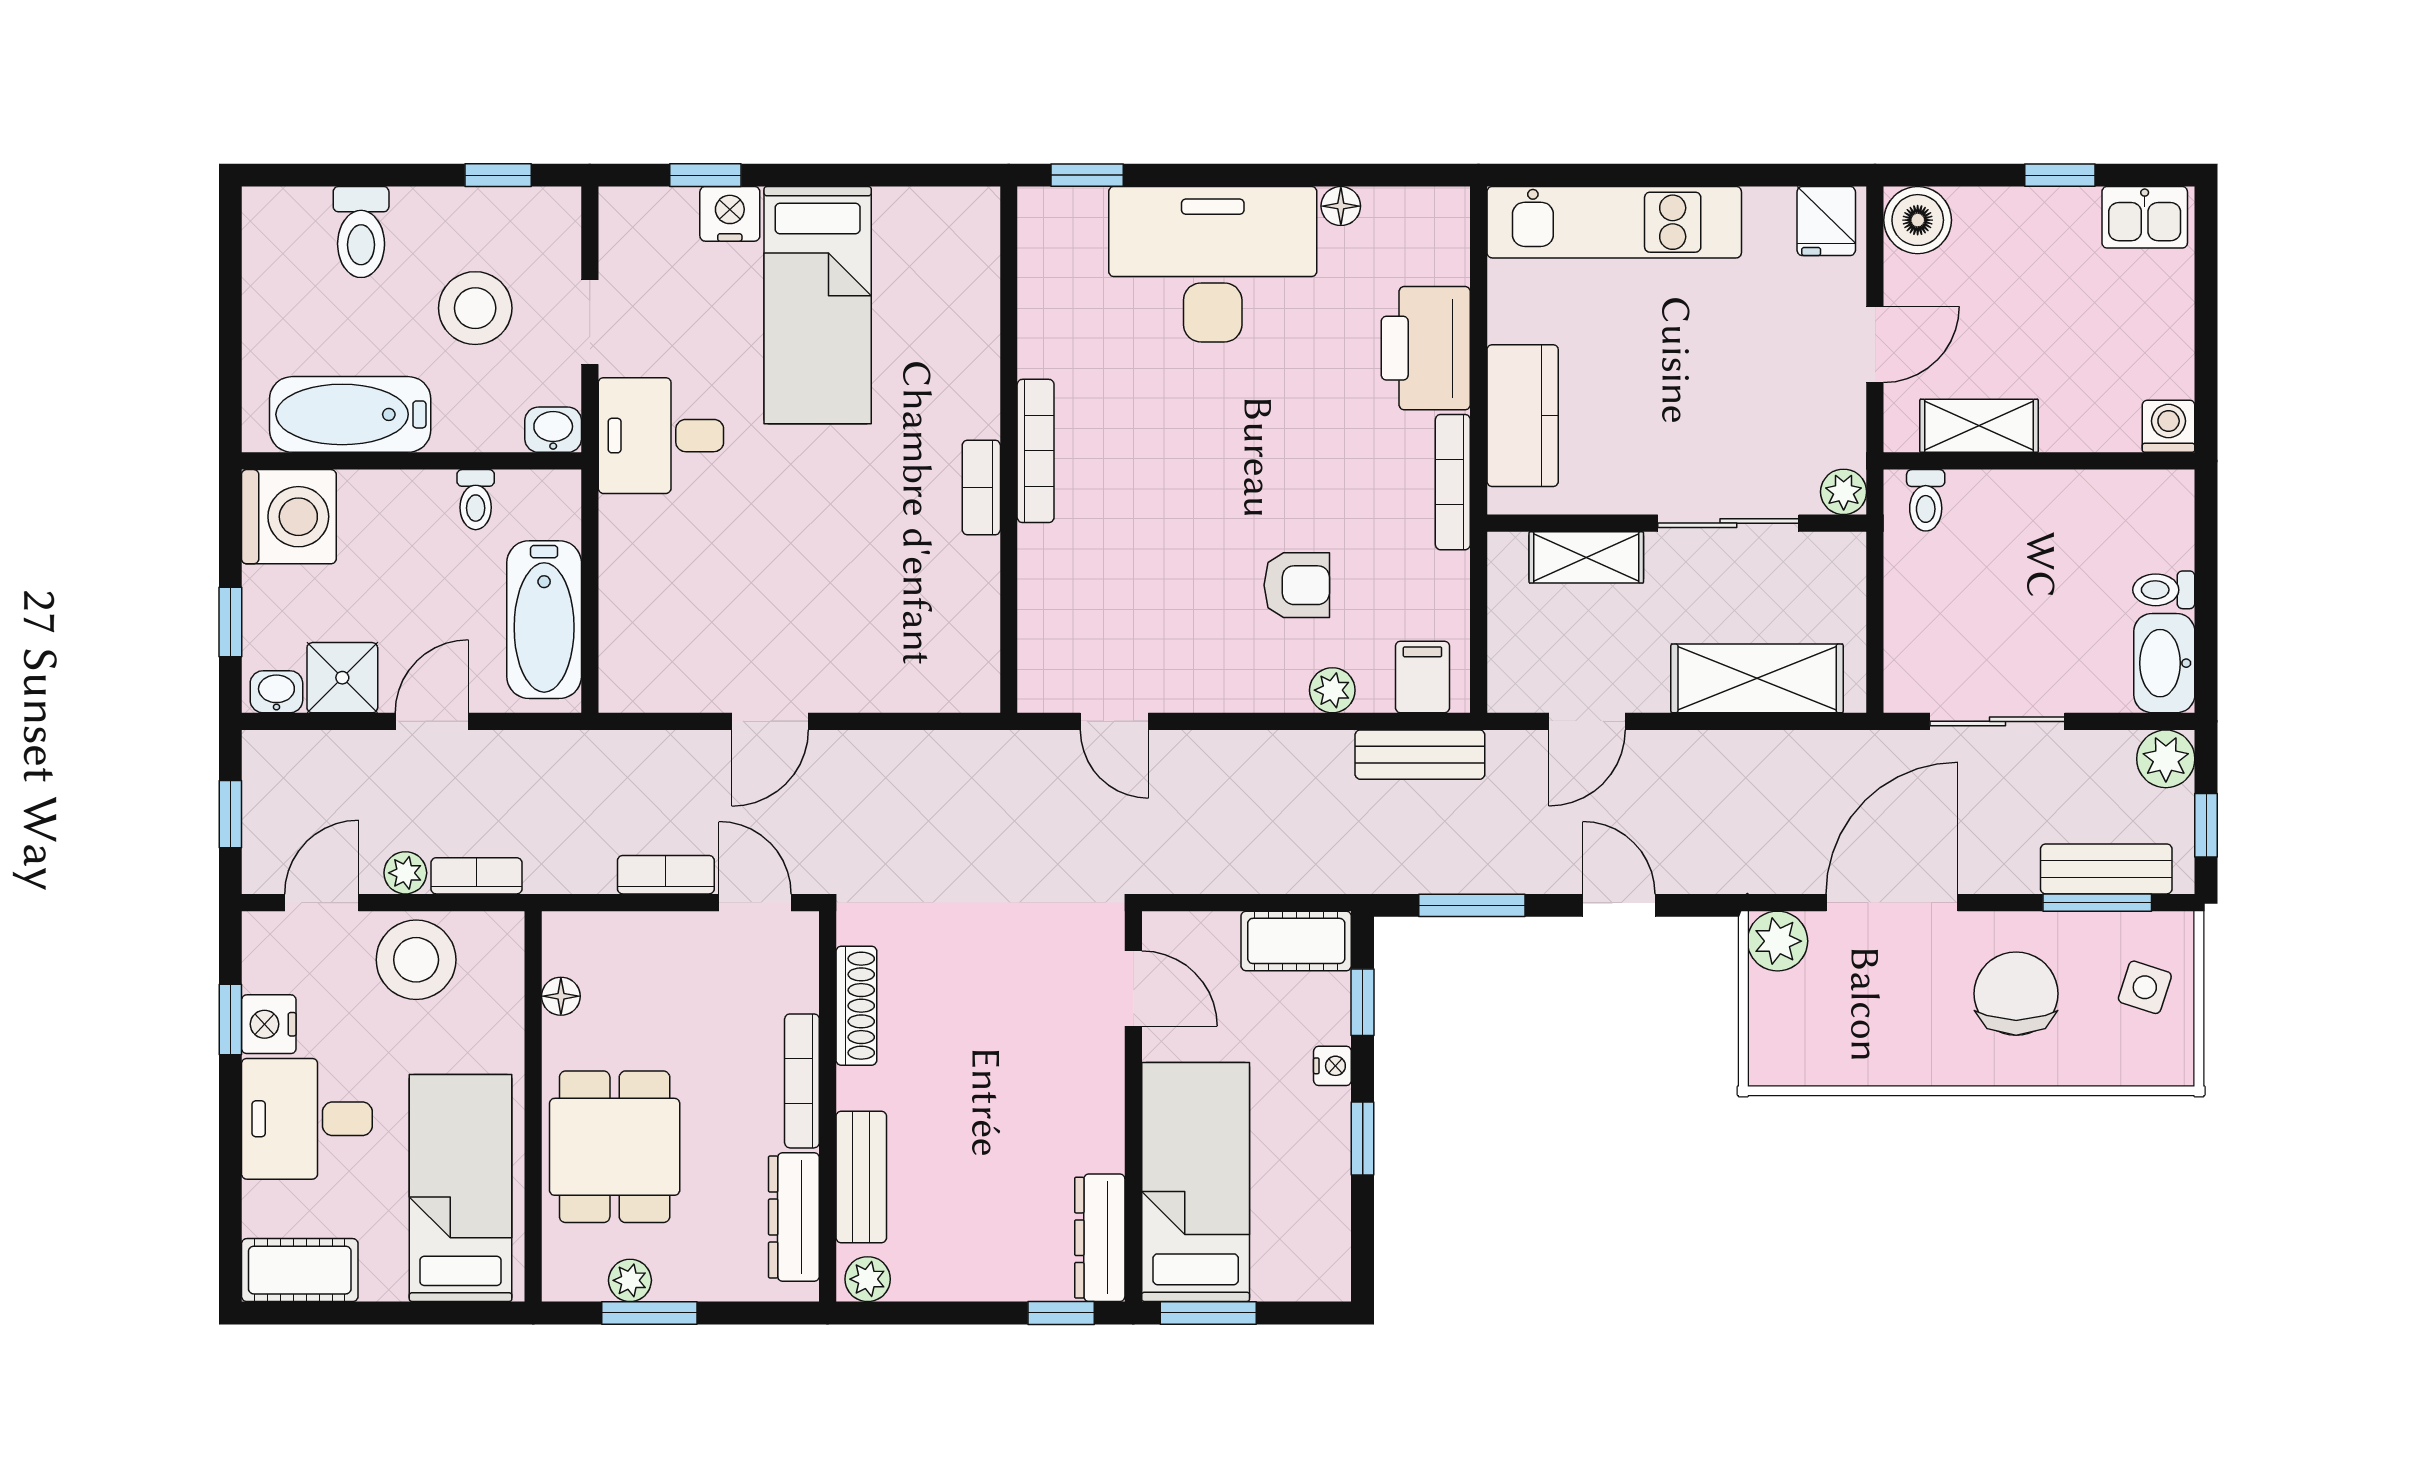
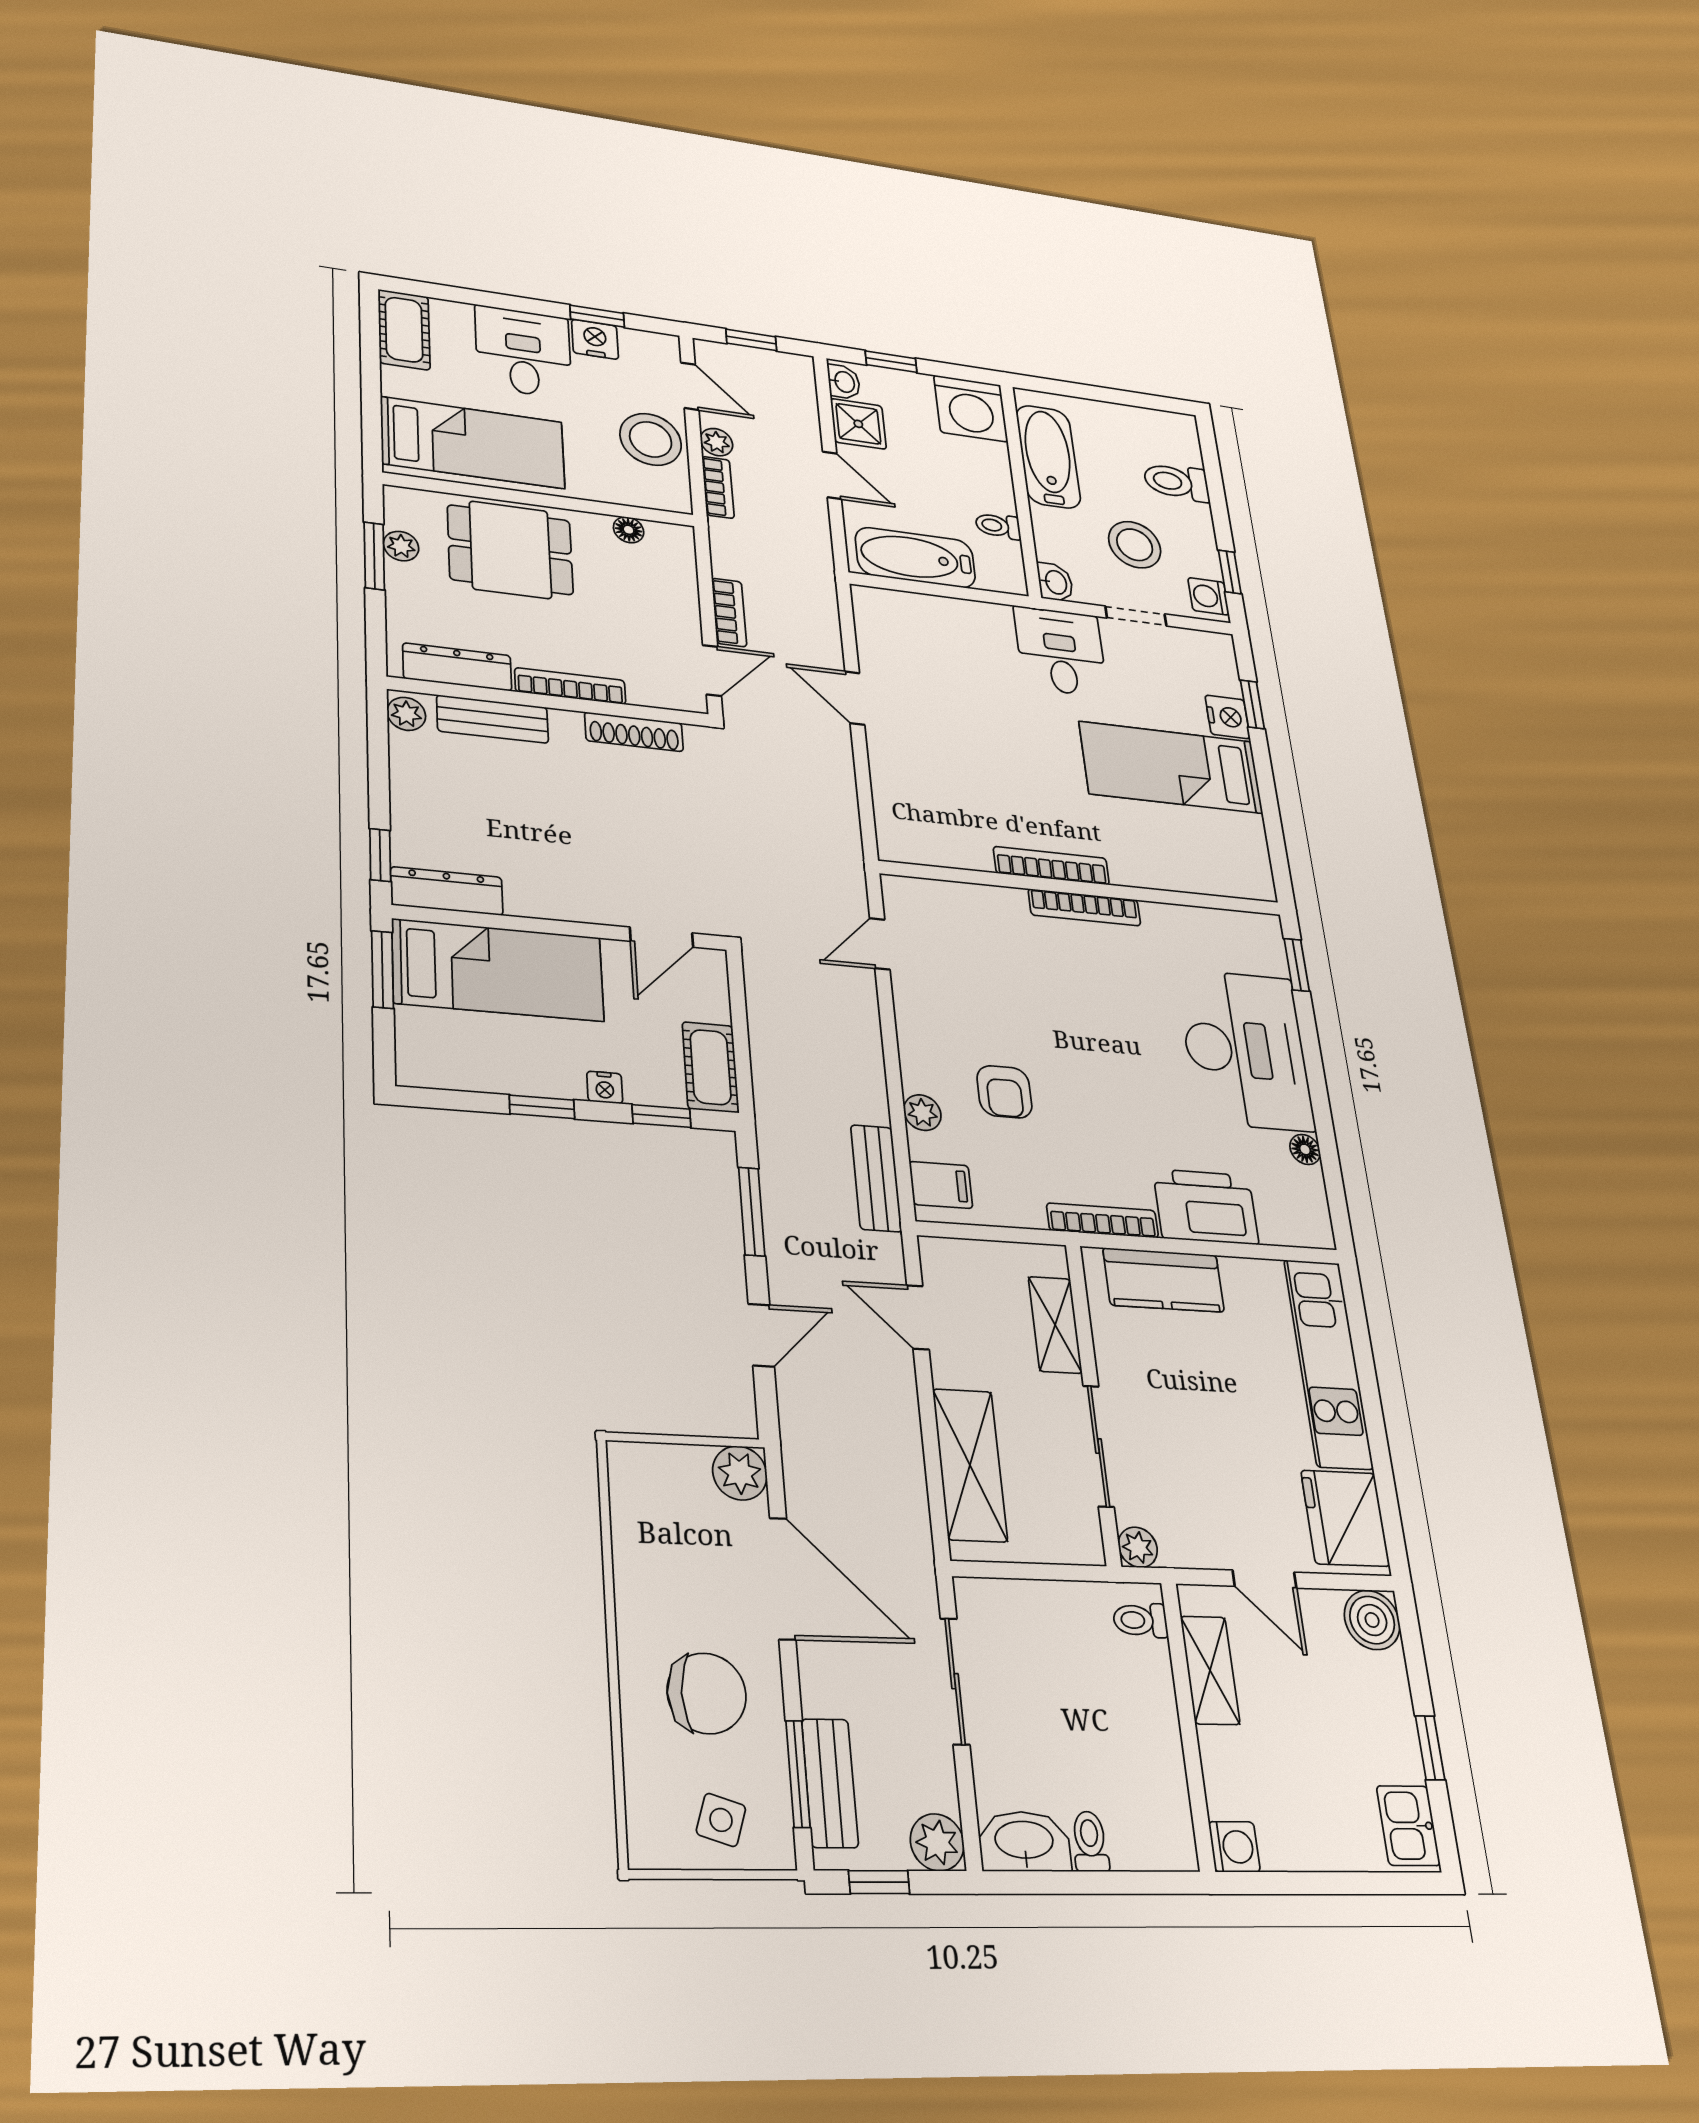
washing machine: (543, 212) -> (1208, 596), added
fridge: (1826, 221) -> (1345, 1518), width x1.88, depth x1.34
bookcase: (981, 487) -> (1051, 866), width x1.56

